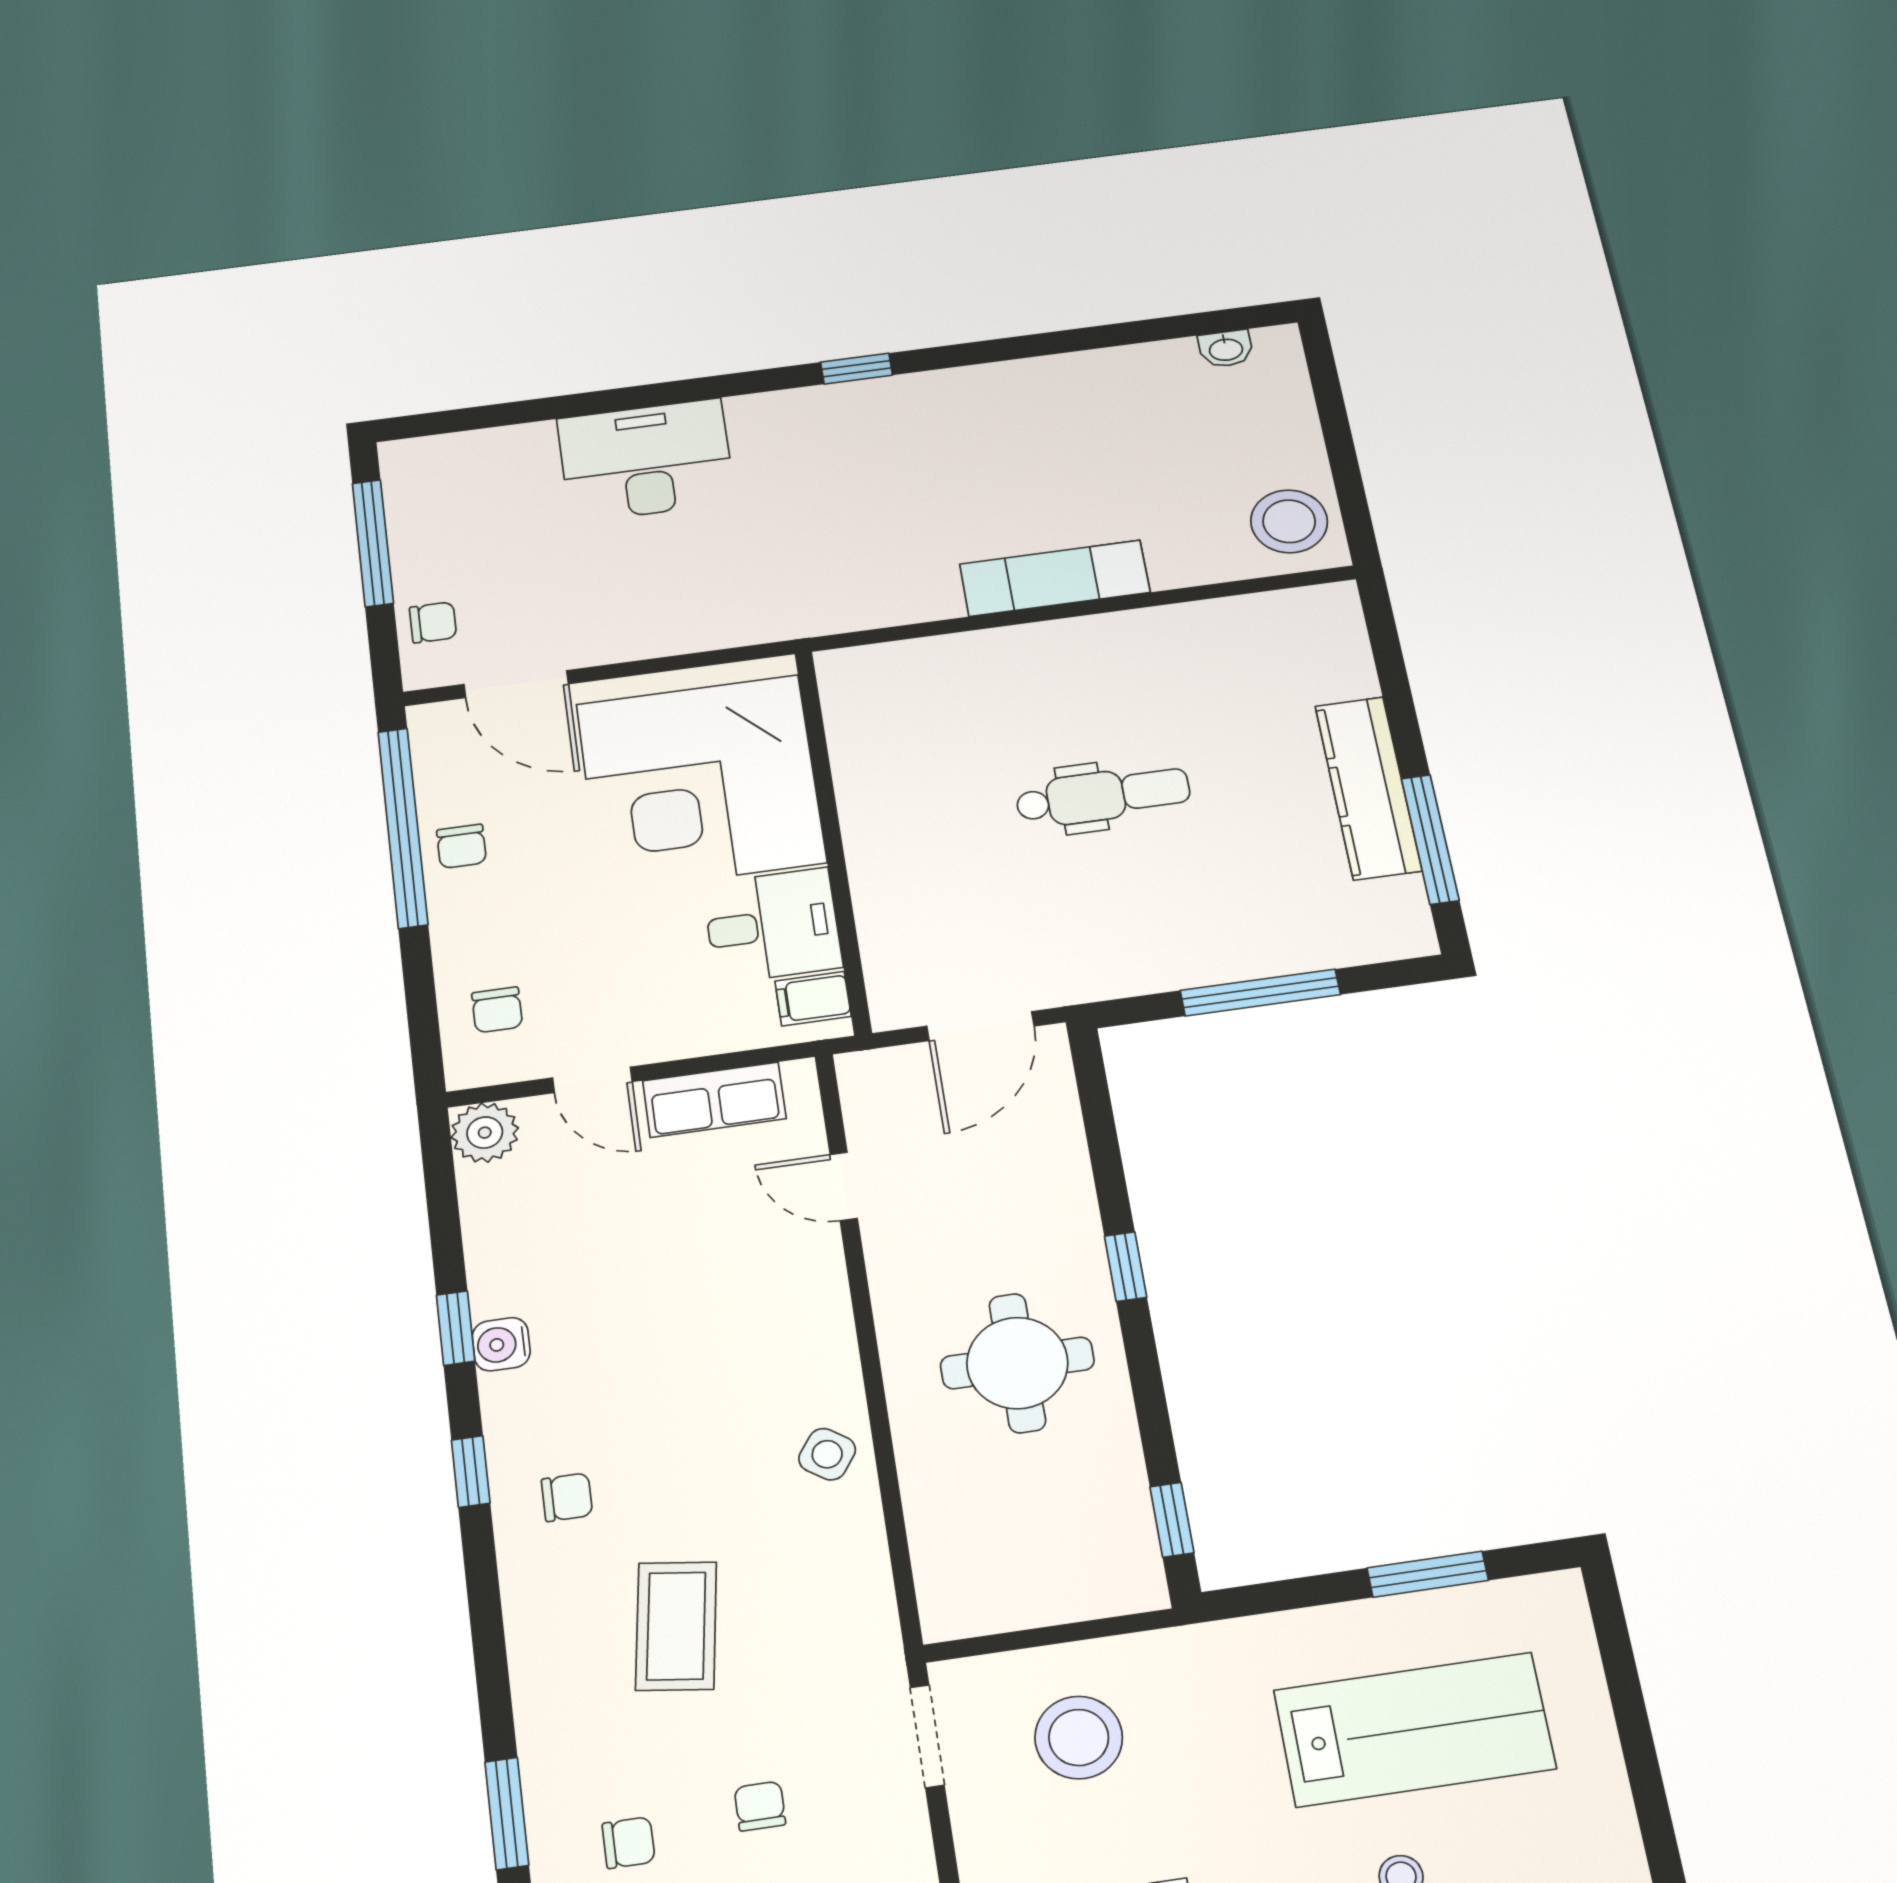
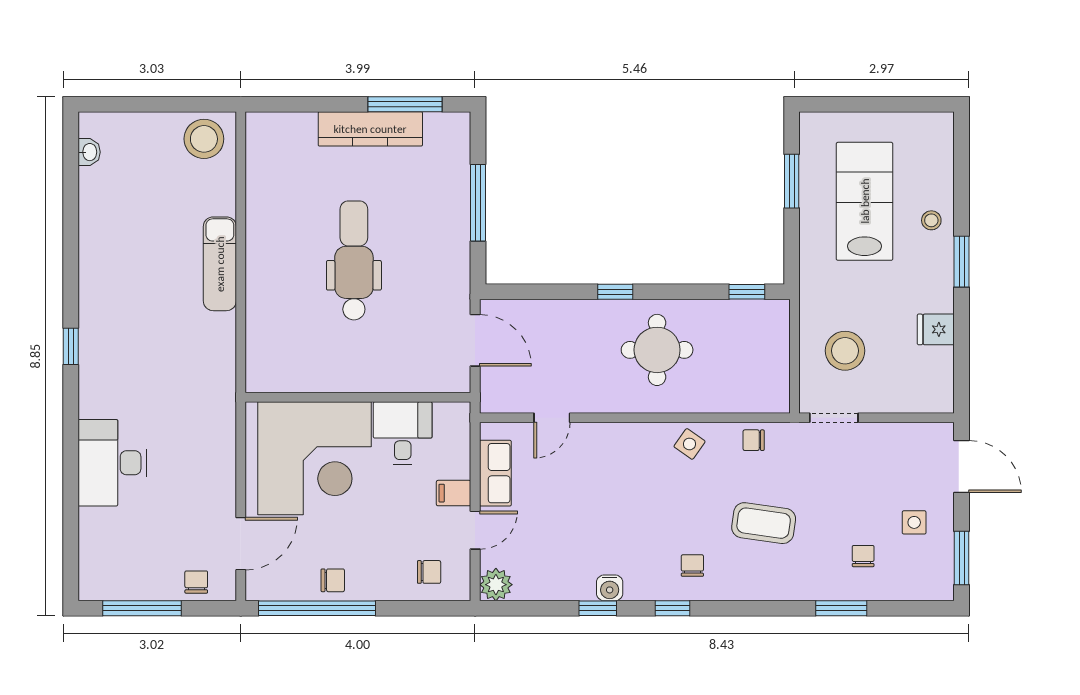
dental chair: (1103, 796) -> (354, 260), width x1.36, depth x1.38
filing cabinet: (813, 999) -> (454, 493), moved, turned 90
chair: (760, 1806) -> (754, 440), moved

